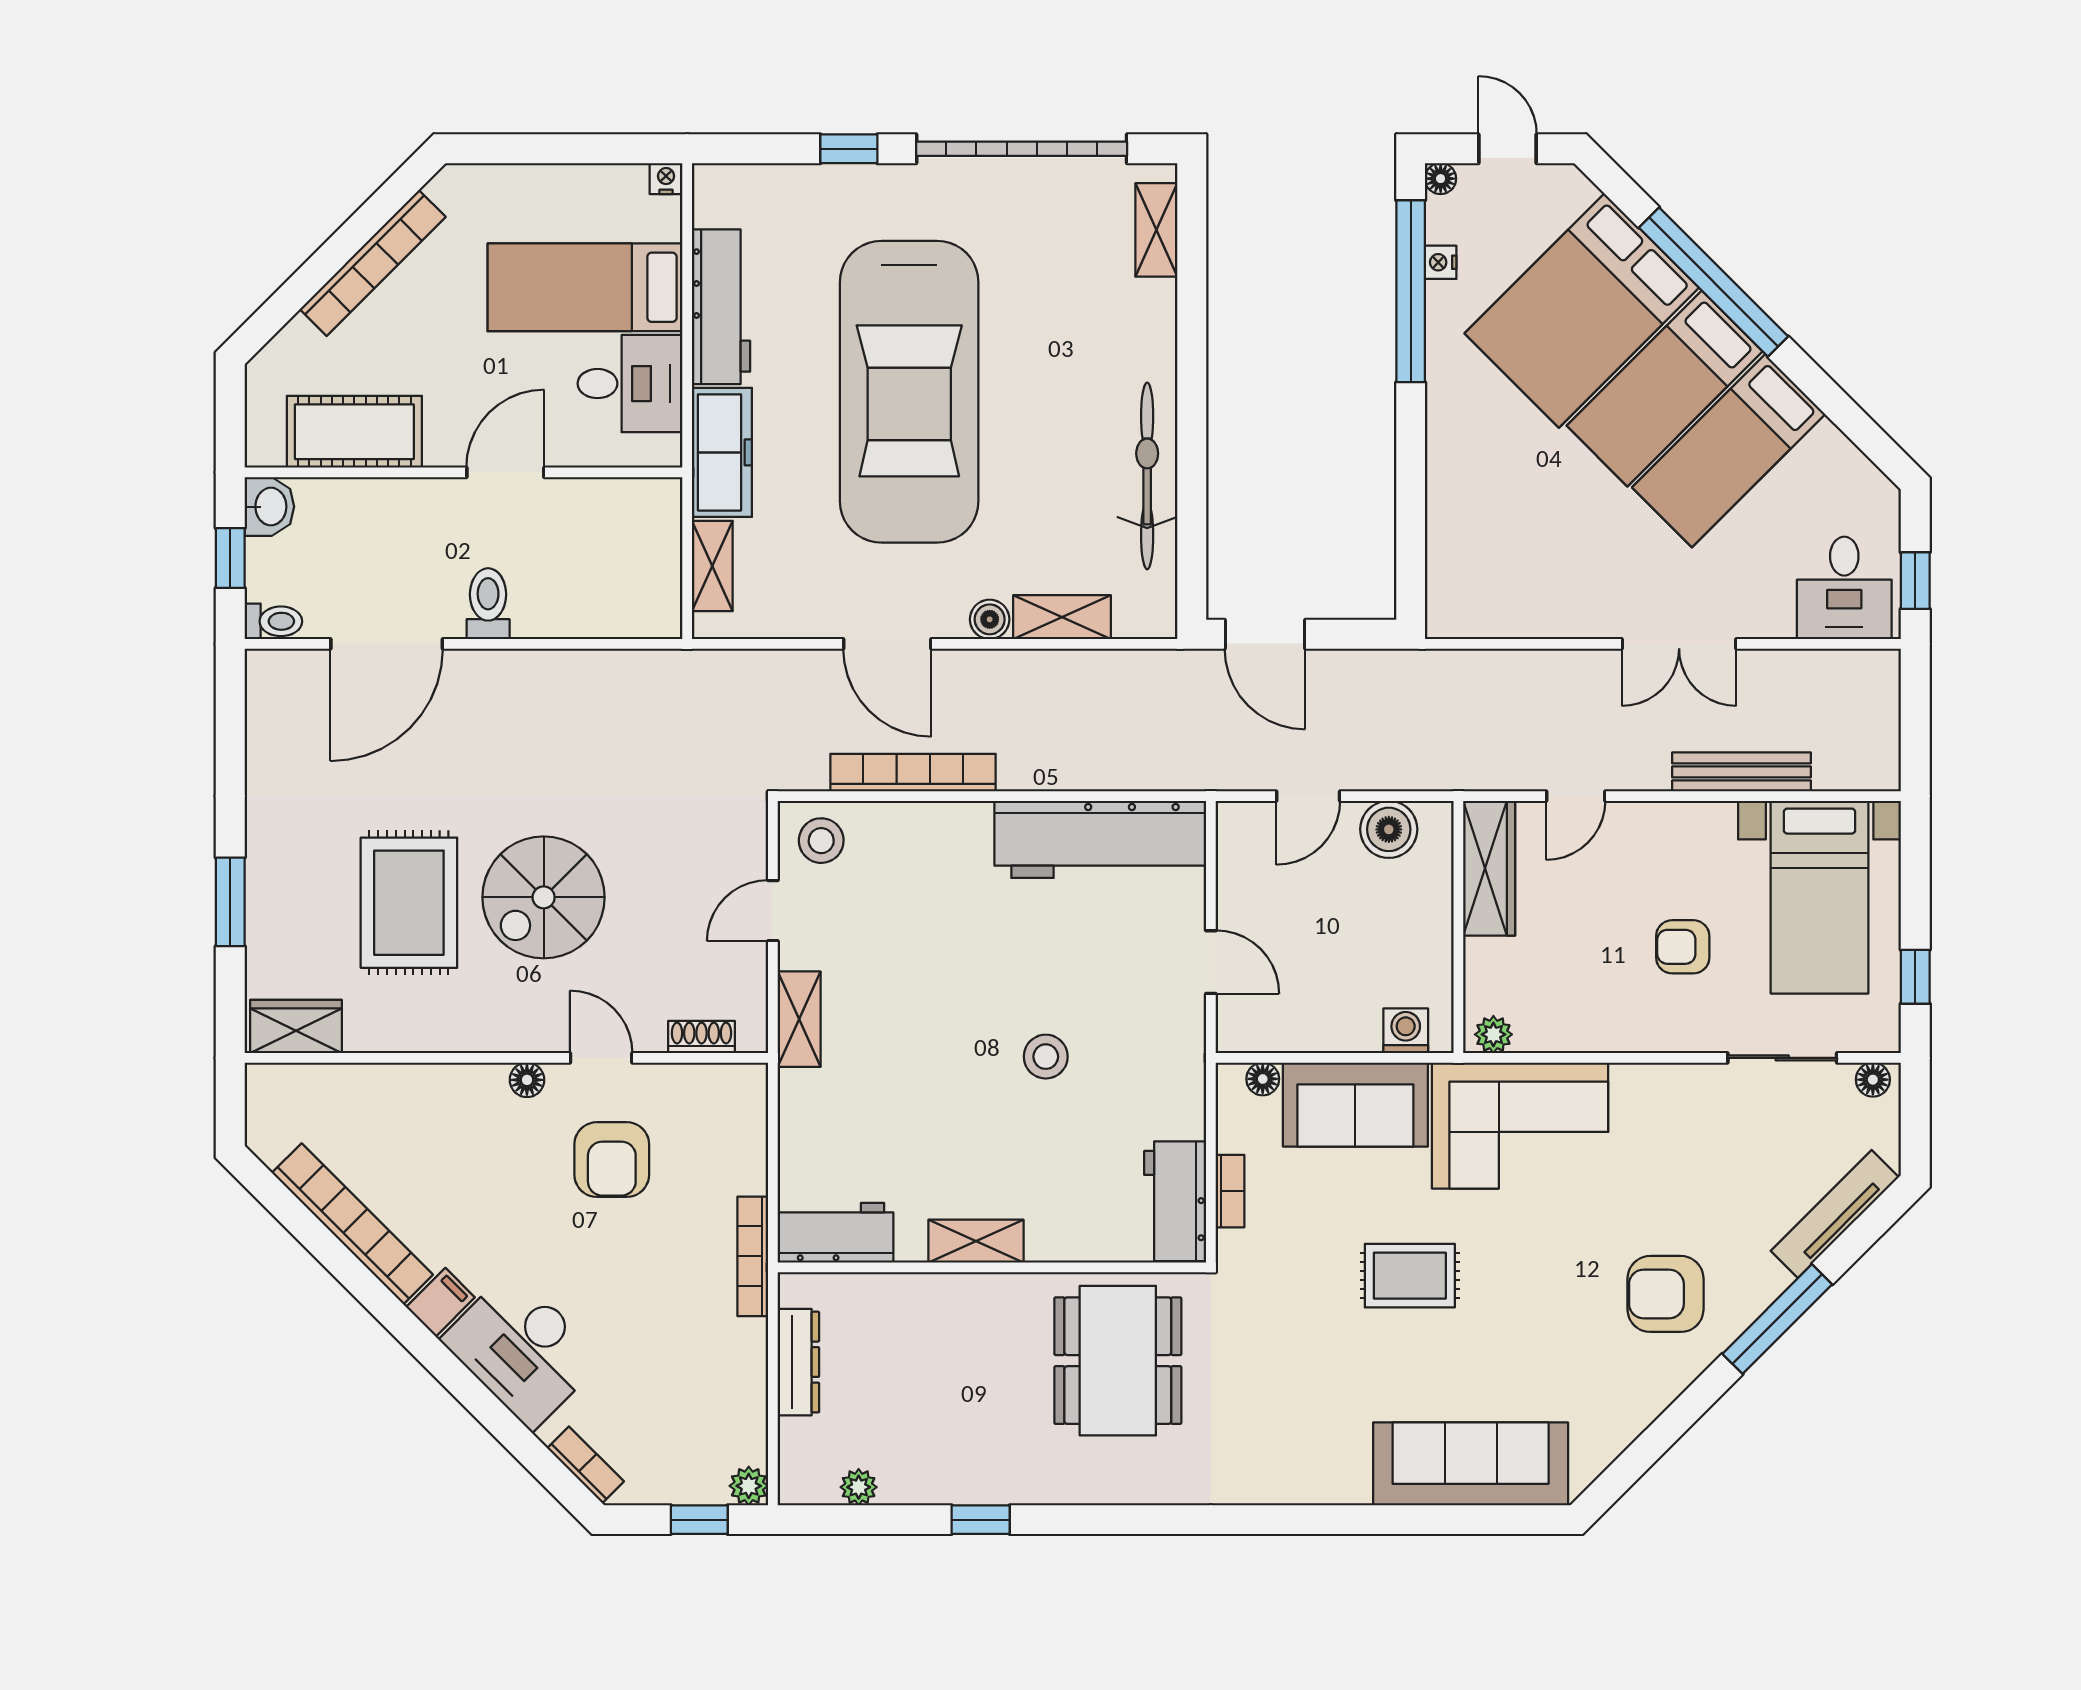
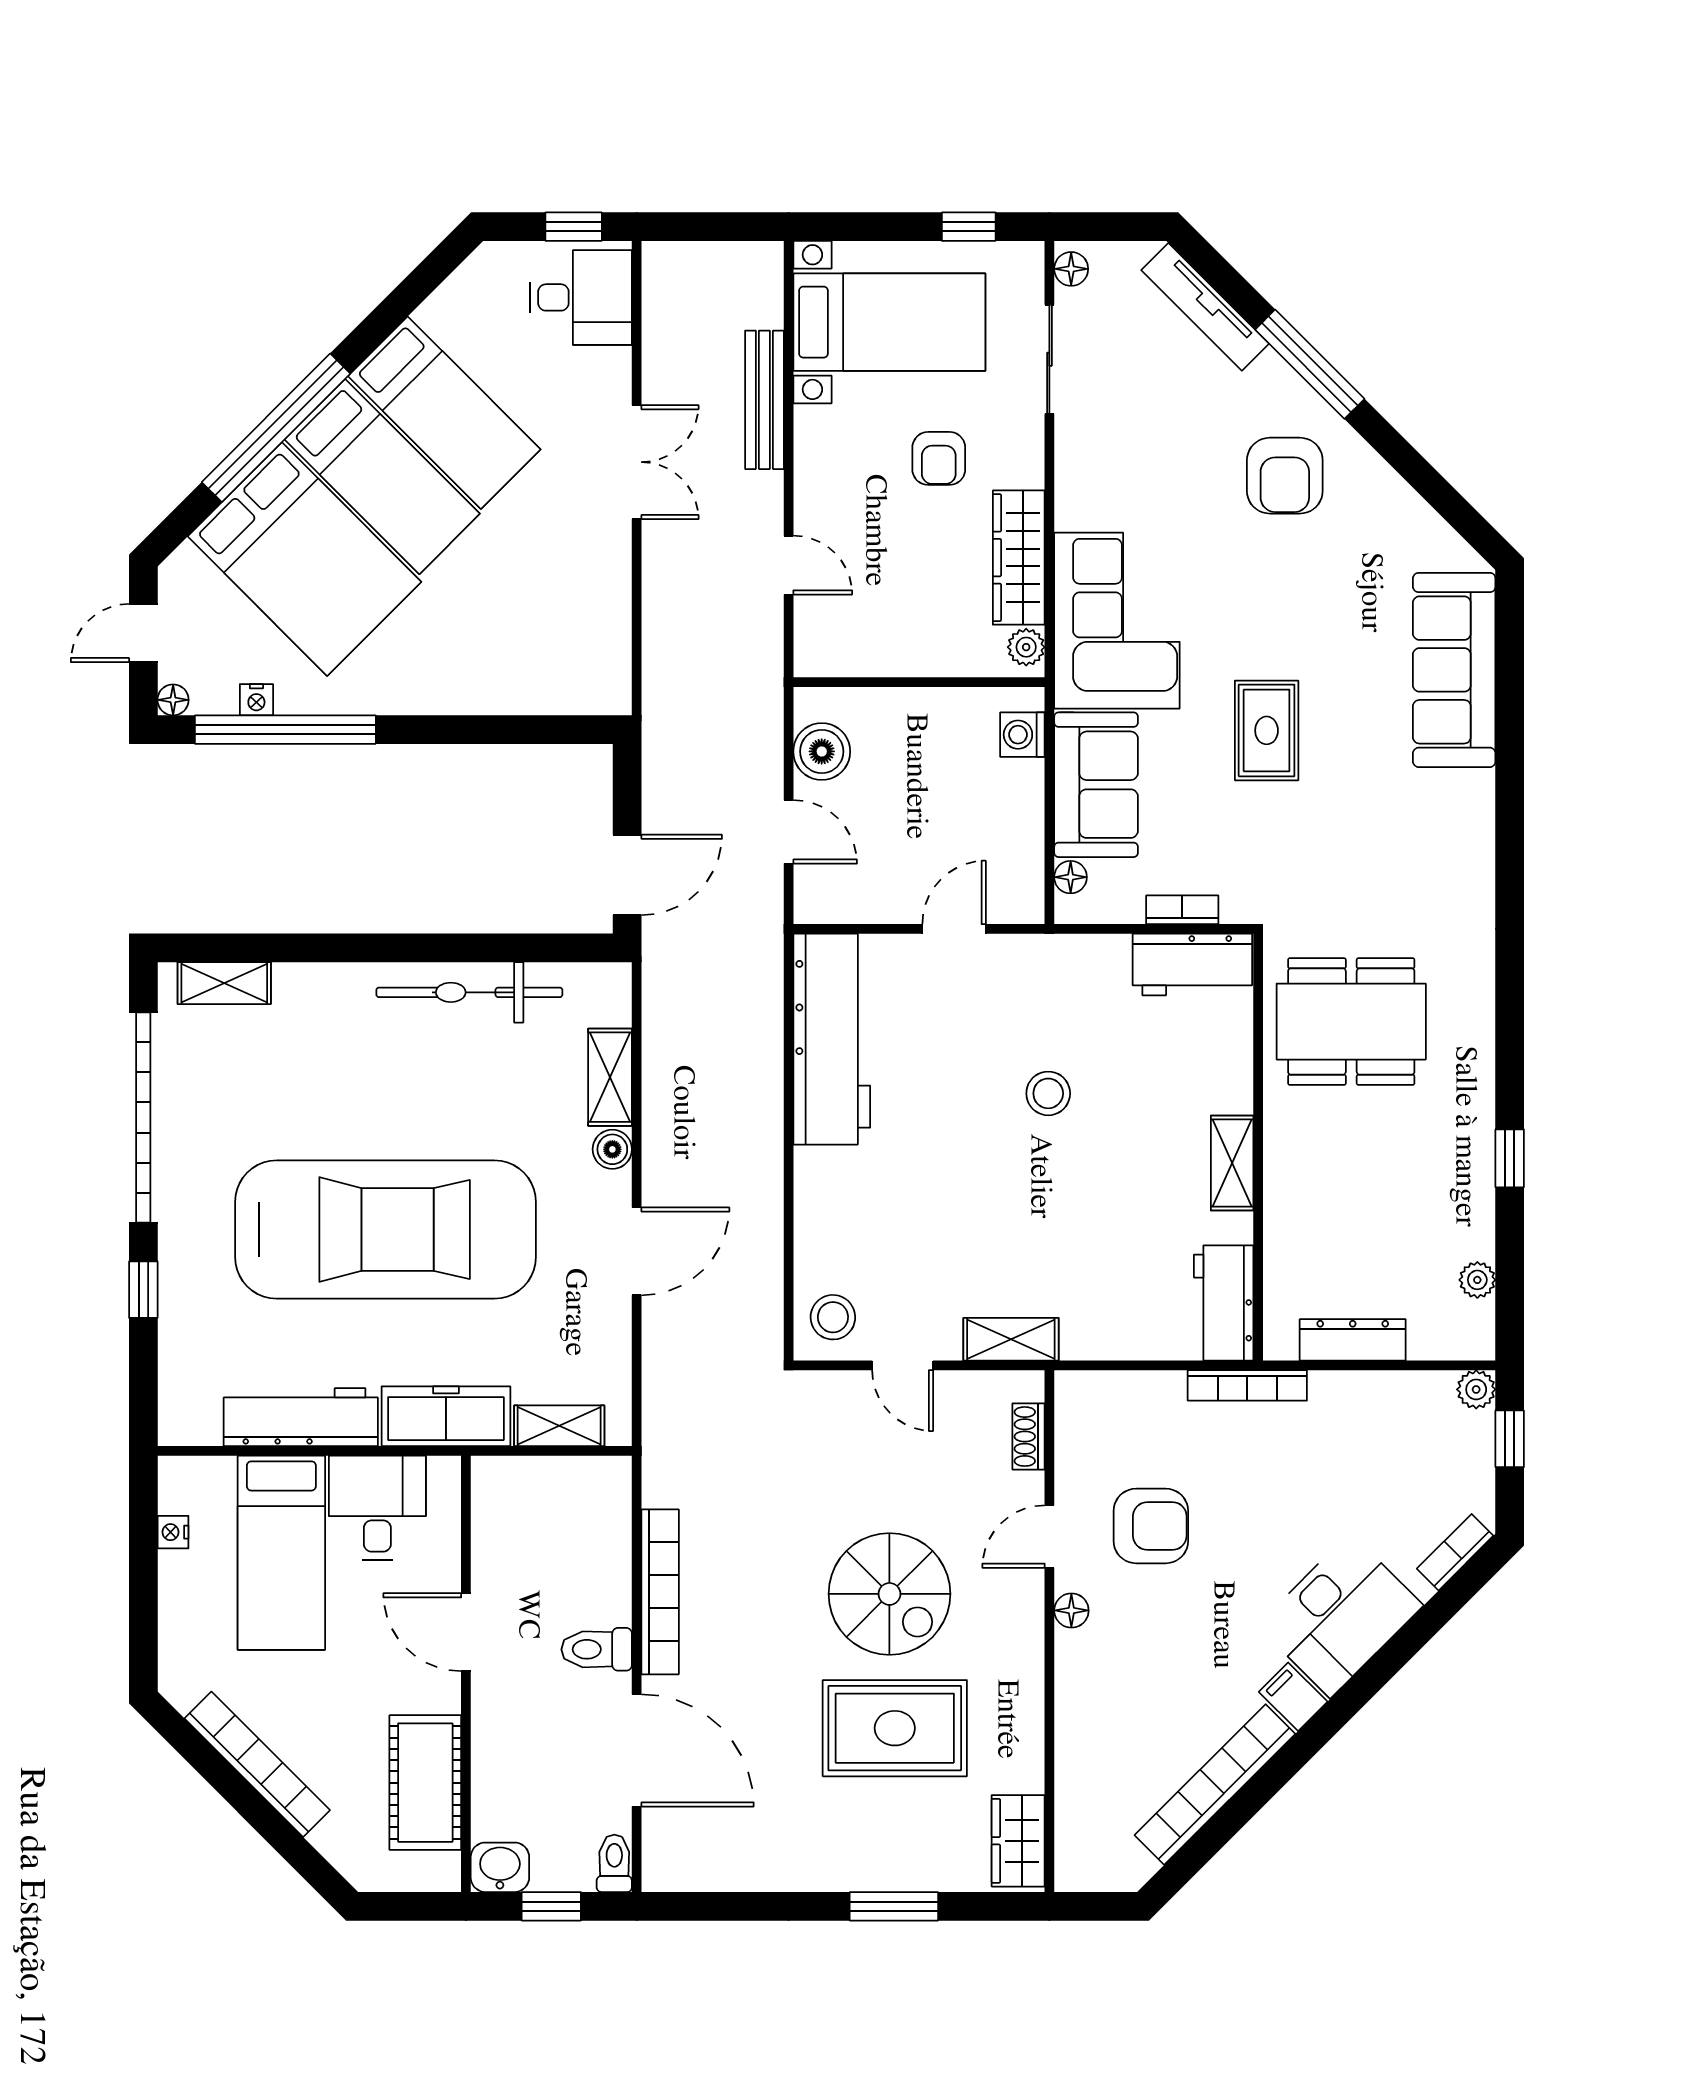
nightstand: (666, 179) -> (173, 1532), moved
bookcase: (913, 773) -> (660, 1592), moved, turned 180
wardrobe: (1489, 868) -> (1019, 558), moved, turned -90

